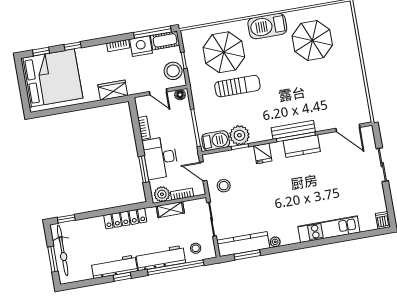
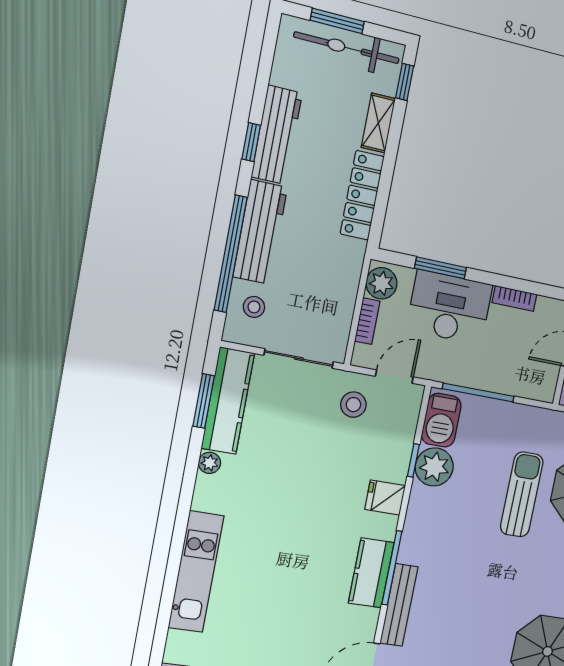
sun lounger: (237, 86) -> (522, 494), turned 180
floor lamp: (180, 95) -> (547, 387), removed
bench: (293, 130) -> (399, 605), moved
shelving: (170, 210) -> (378, 123), moved

